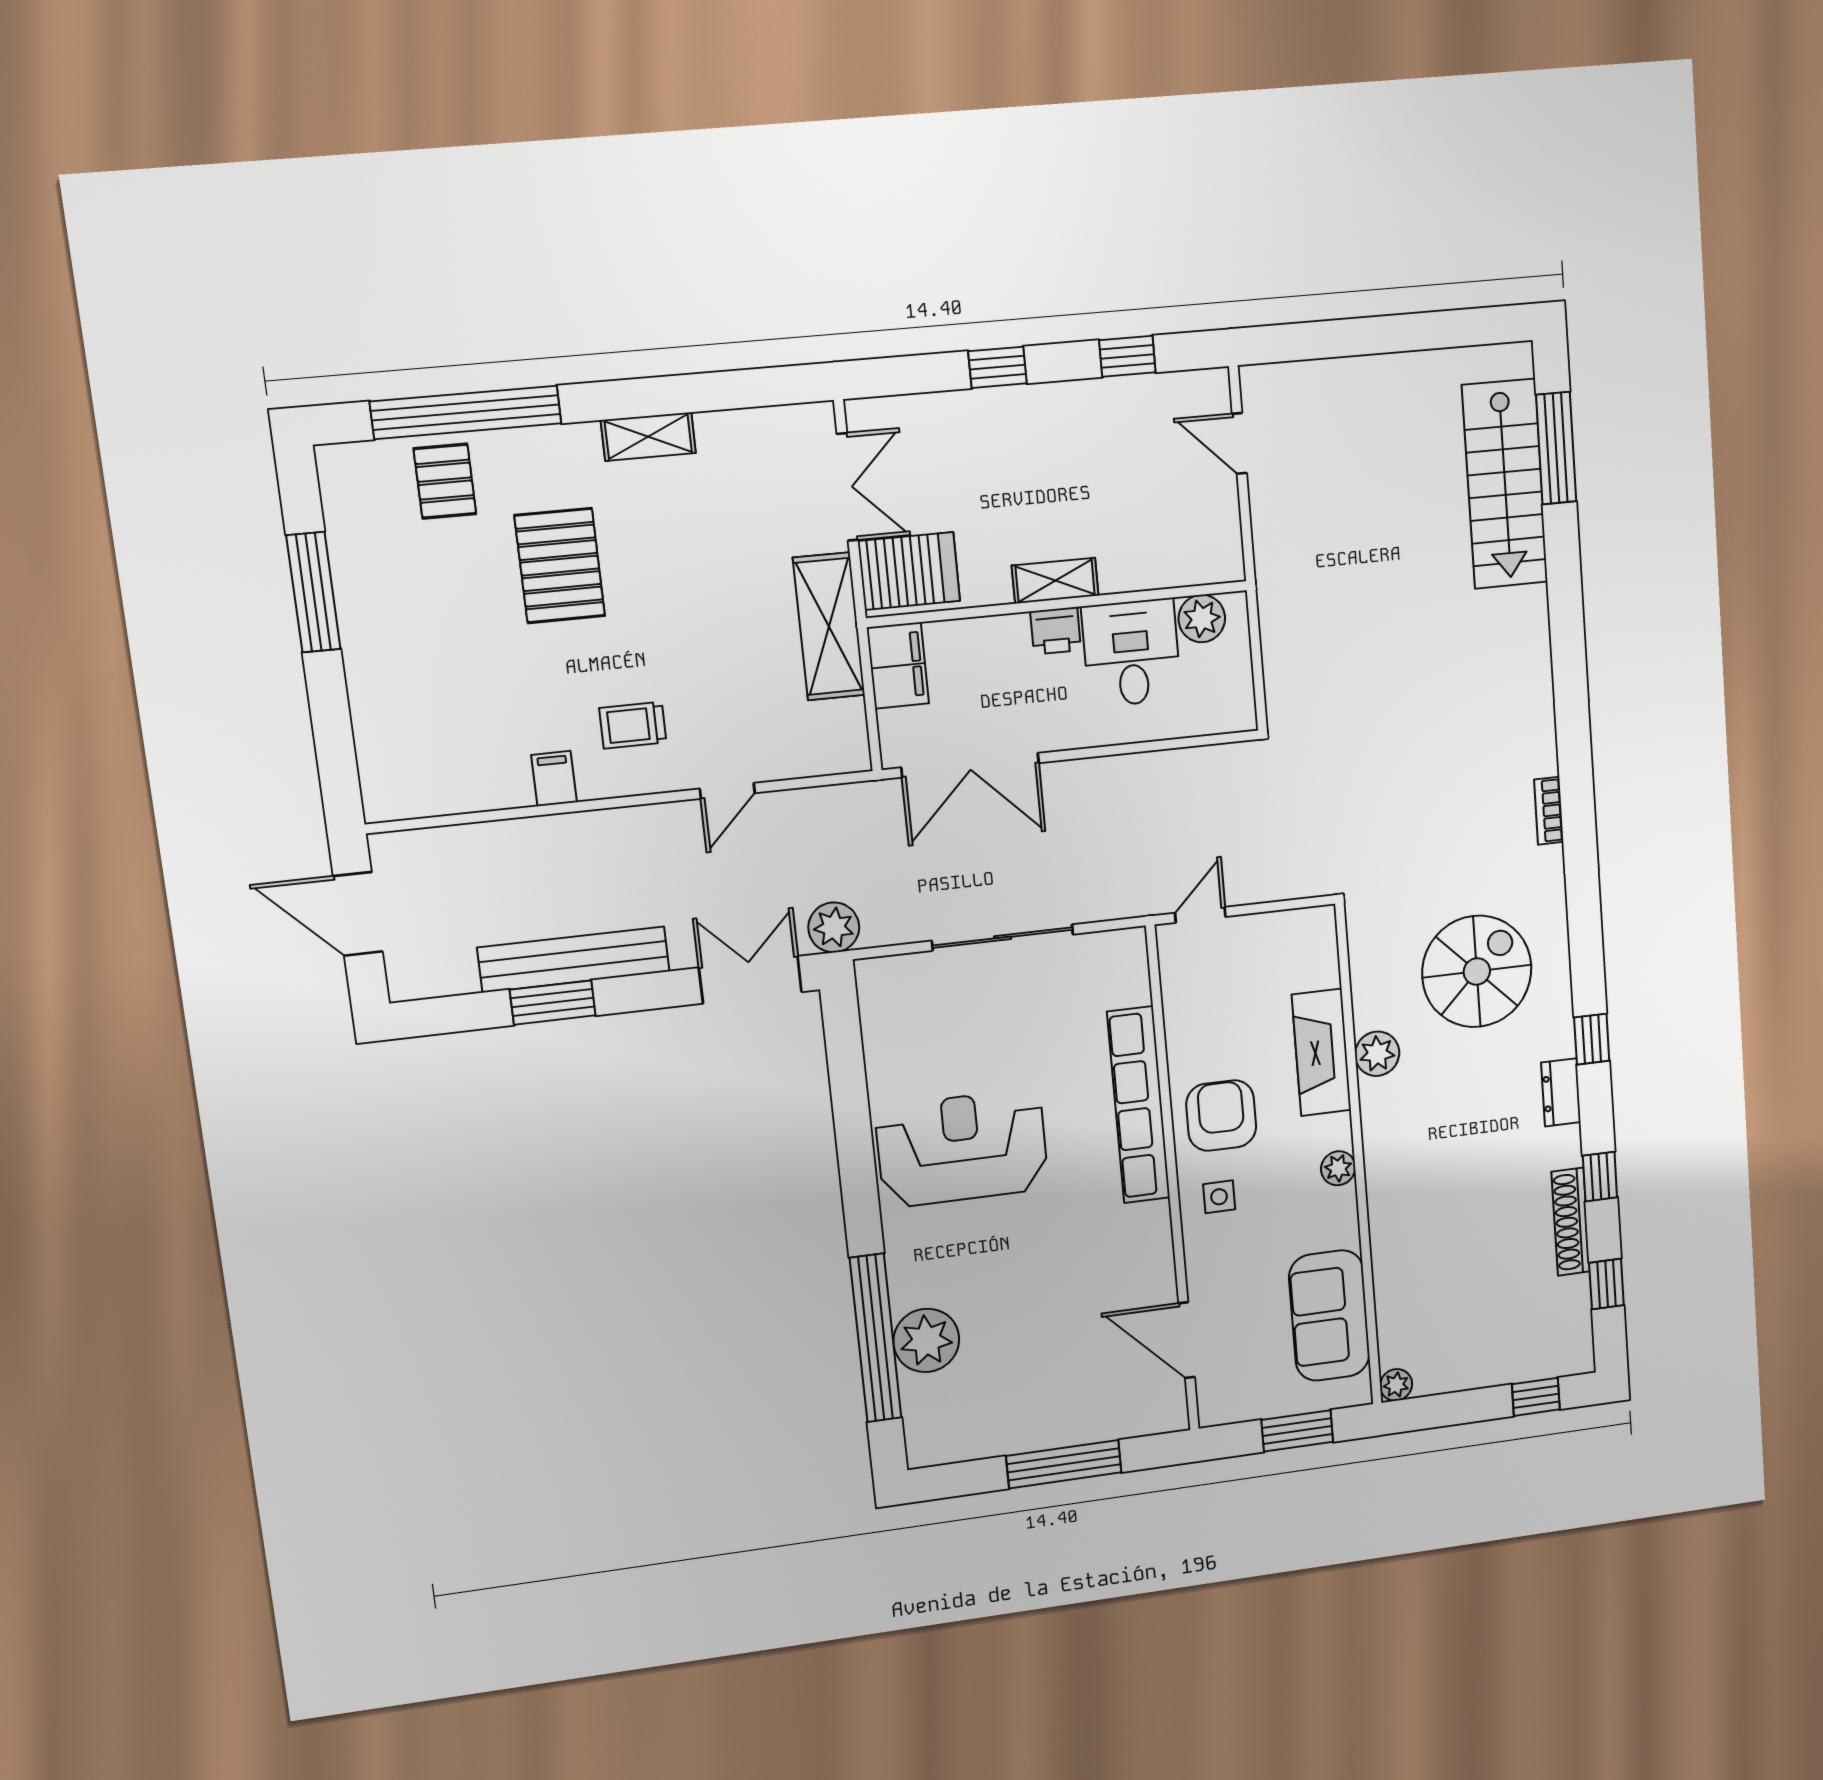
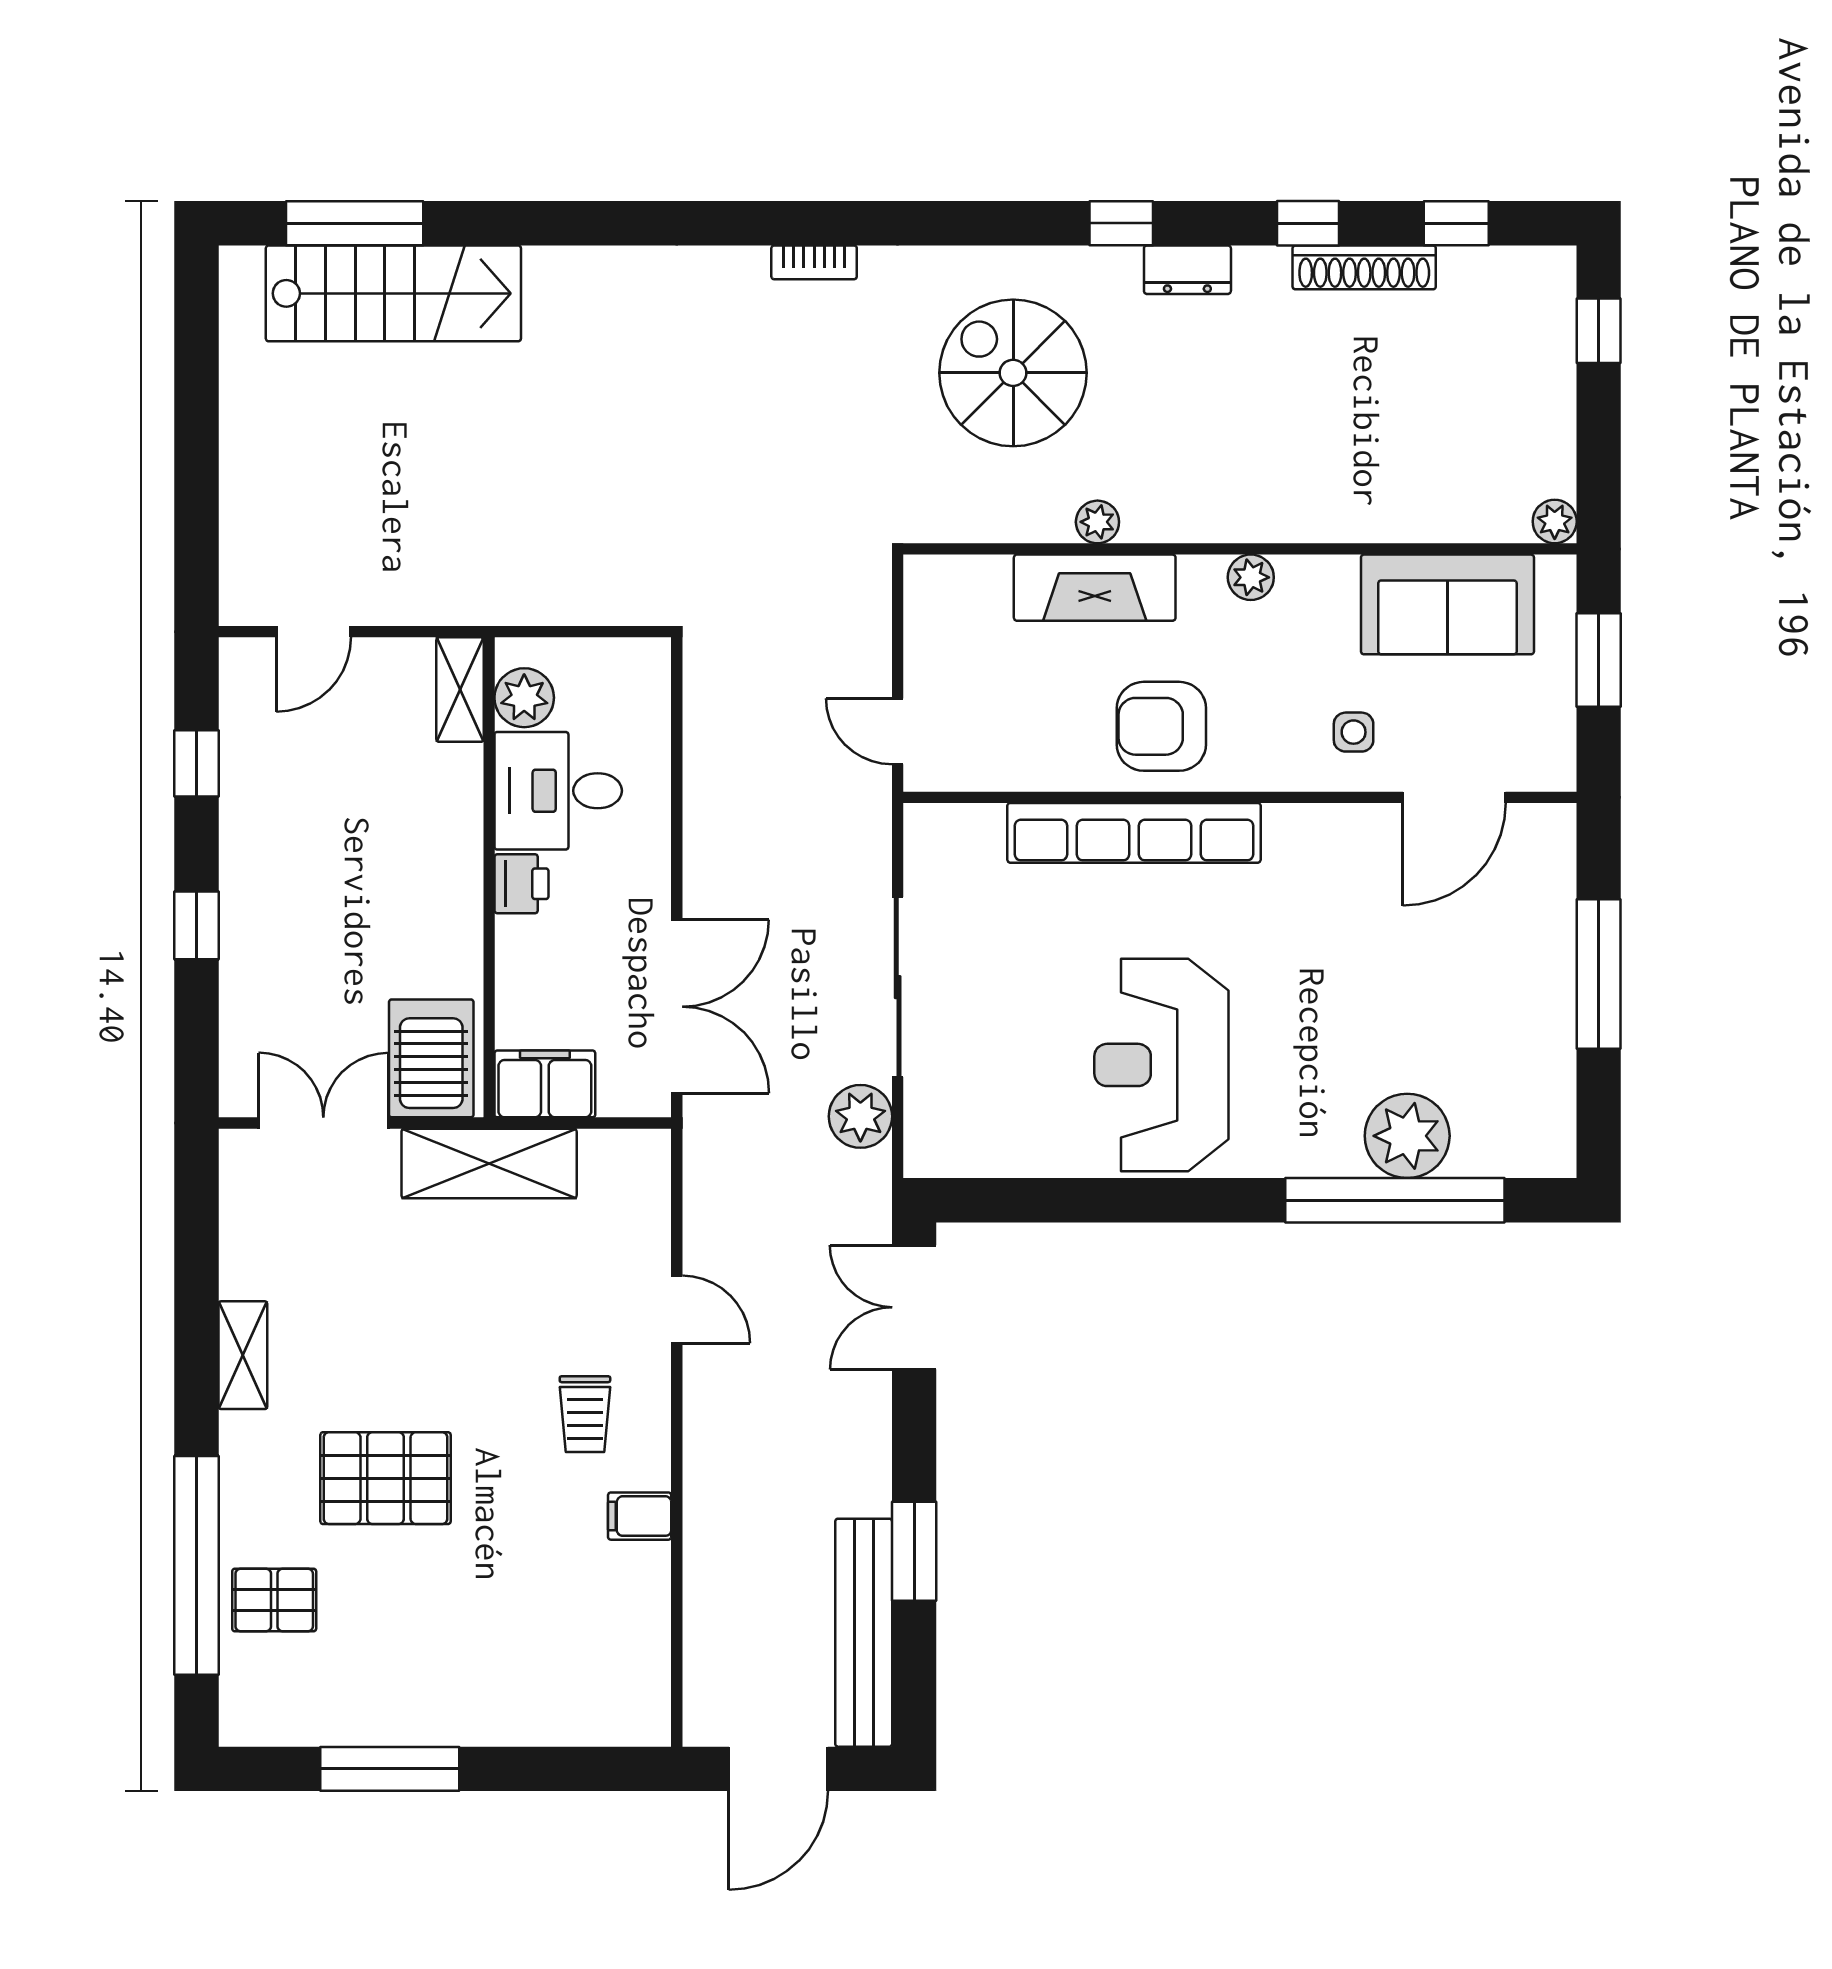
shelving: (1055, 581) -> (460, 690), moved
plant: (834, 927) -> (860, 1116), moved
bench: (574, 959) -> (864, 1633), moved
plant: (1377, 1054) -> (1097, 522), width x0.73, depth x0.73
side table: (1219, 1197) -> (1354, 732), moved

